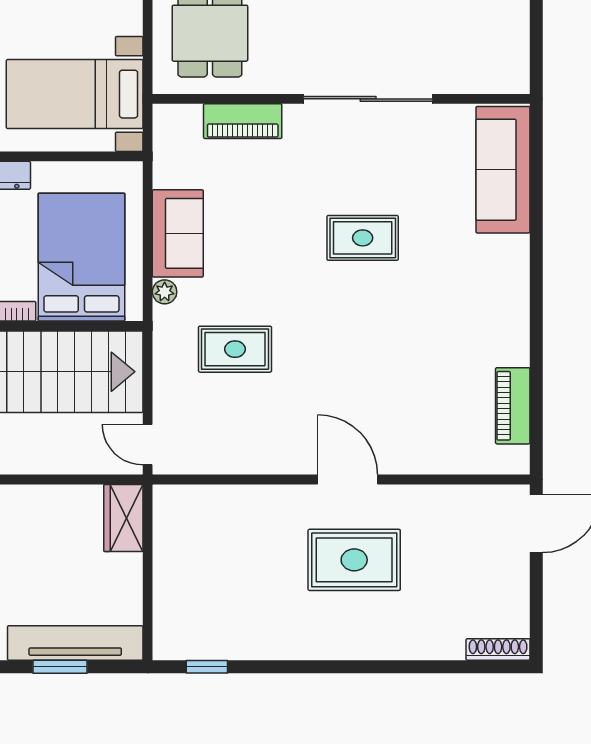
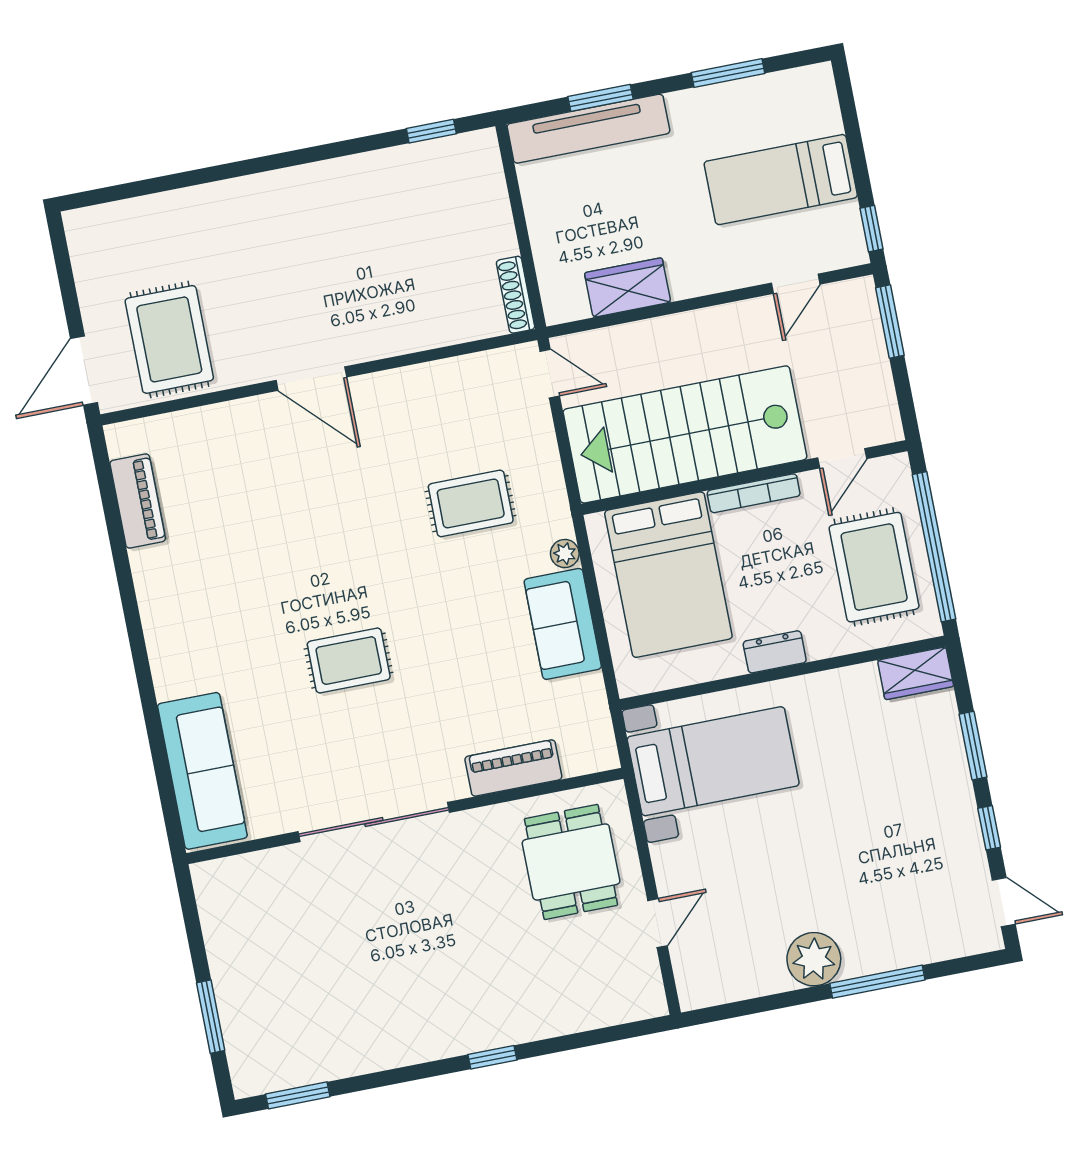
wardrobe: (123, 518) -> (628, 288), moved, turned -90
rug: (354, 560) -> (169, 339), moved, turned 90
shoe rack: (498, 649) -> (516, 295), moved, turned 90

